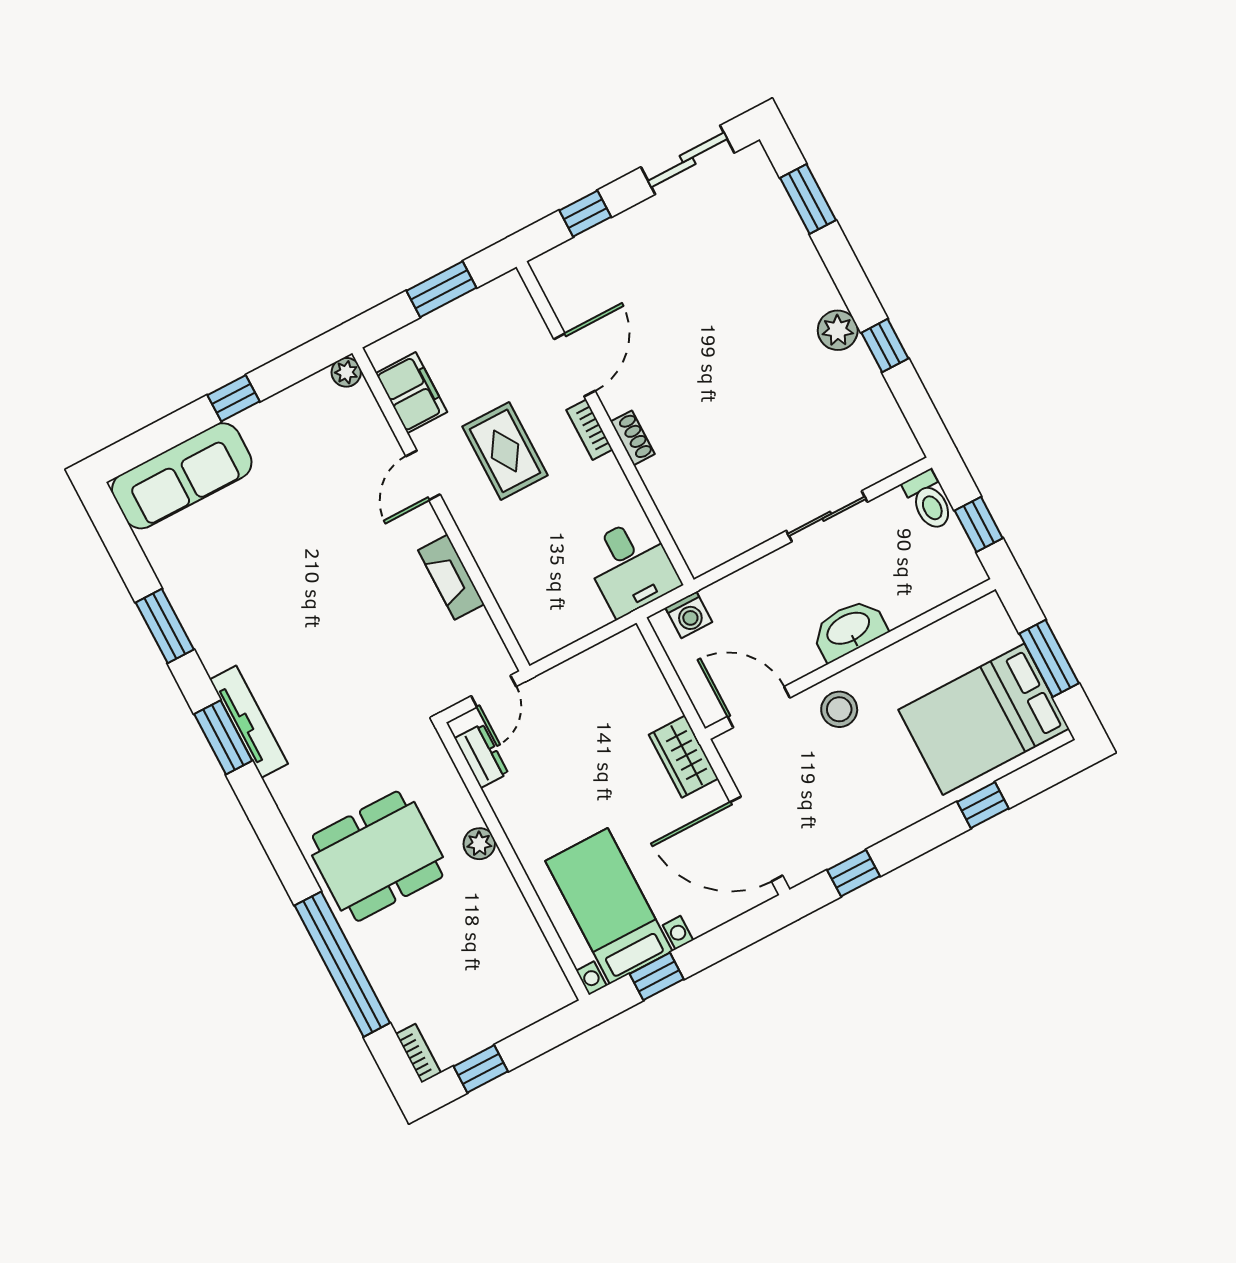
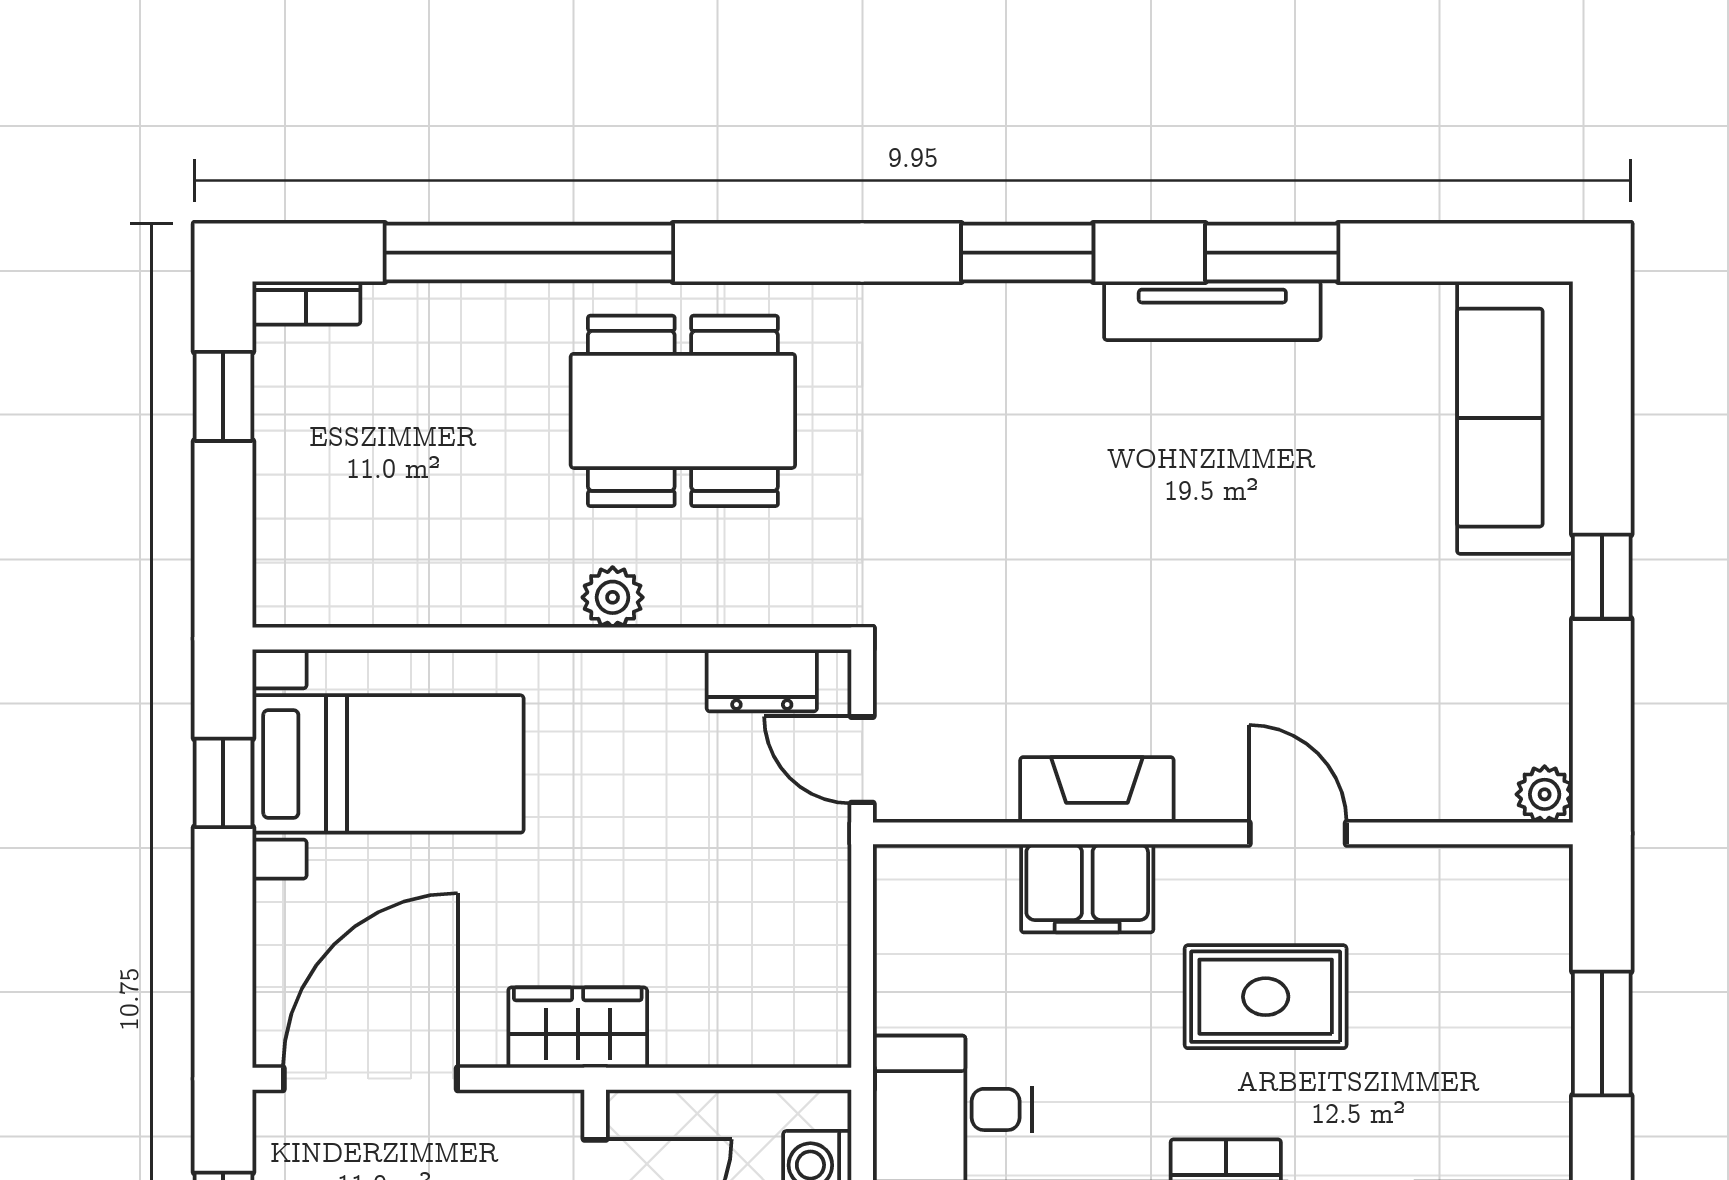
filing cabinet: (411, 393) -> (1087, 888), moved
tv unit: (249, 722) -> (1212, 311), moved
dining table: (378, 856) -> (683, 411), turned 90

